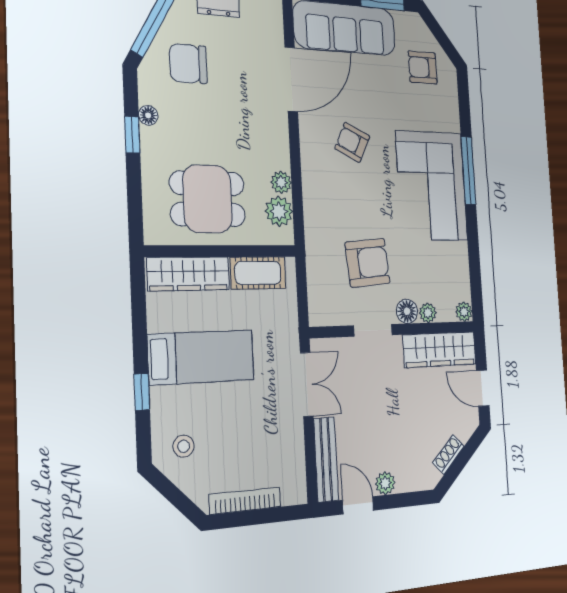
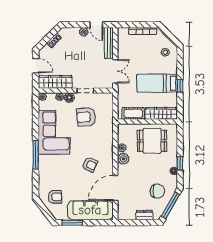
corner sofa: (432, 186) -> (54, 132), moved
plant: (279, 211) -> (123, 159), moved
double door: (307, 384) -> (115, 71), swing flipped
window: (142, 392) -> (180, 86), moved

